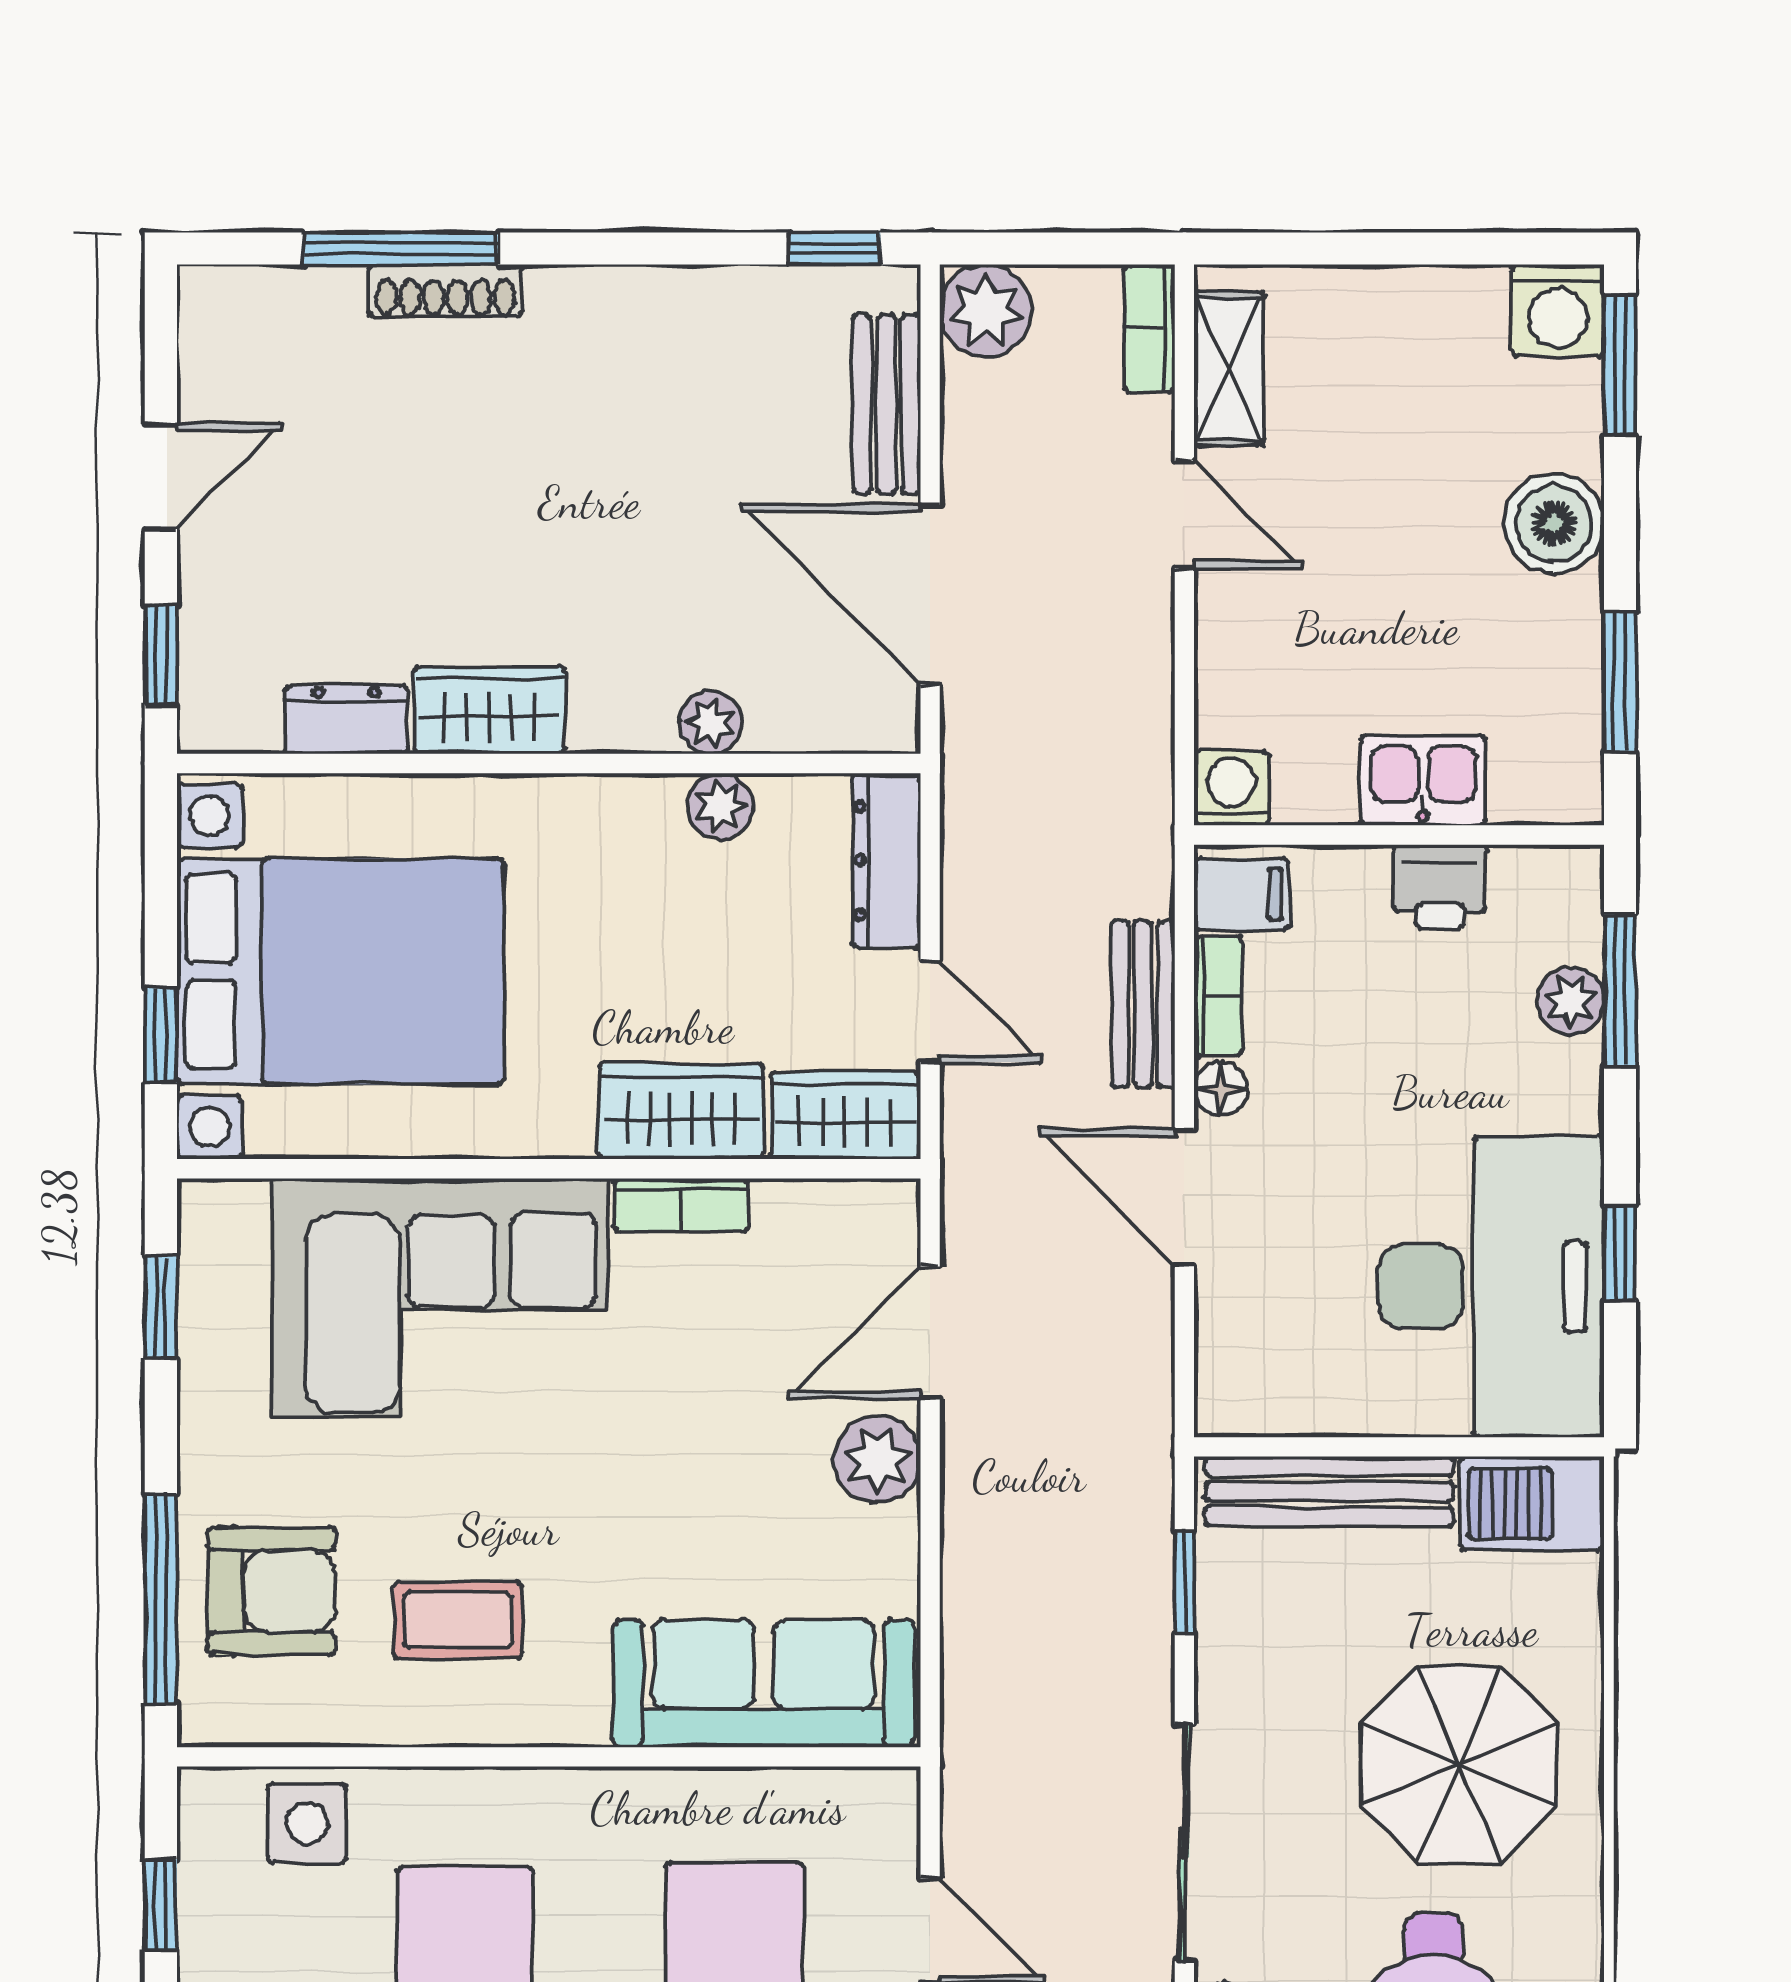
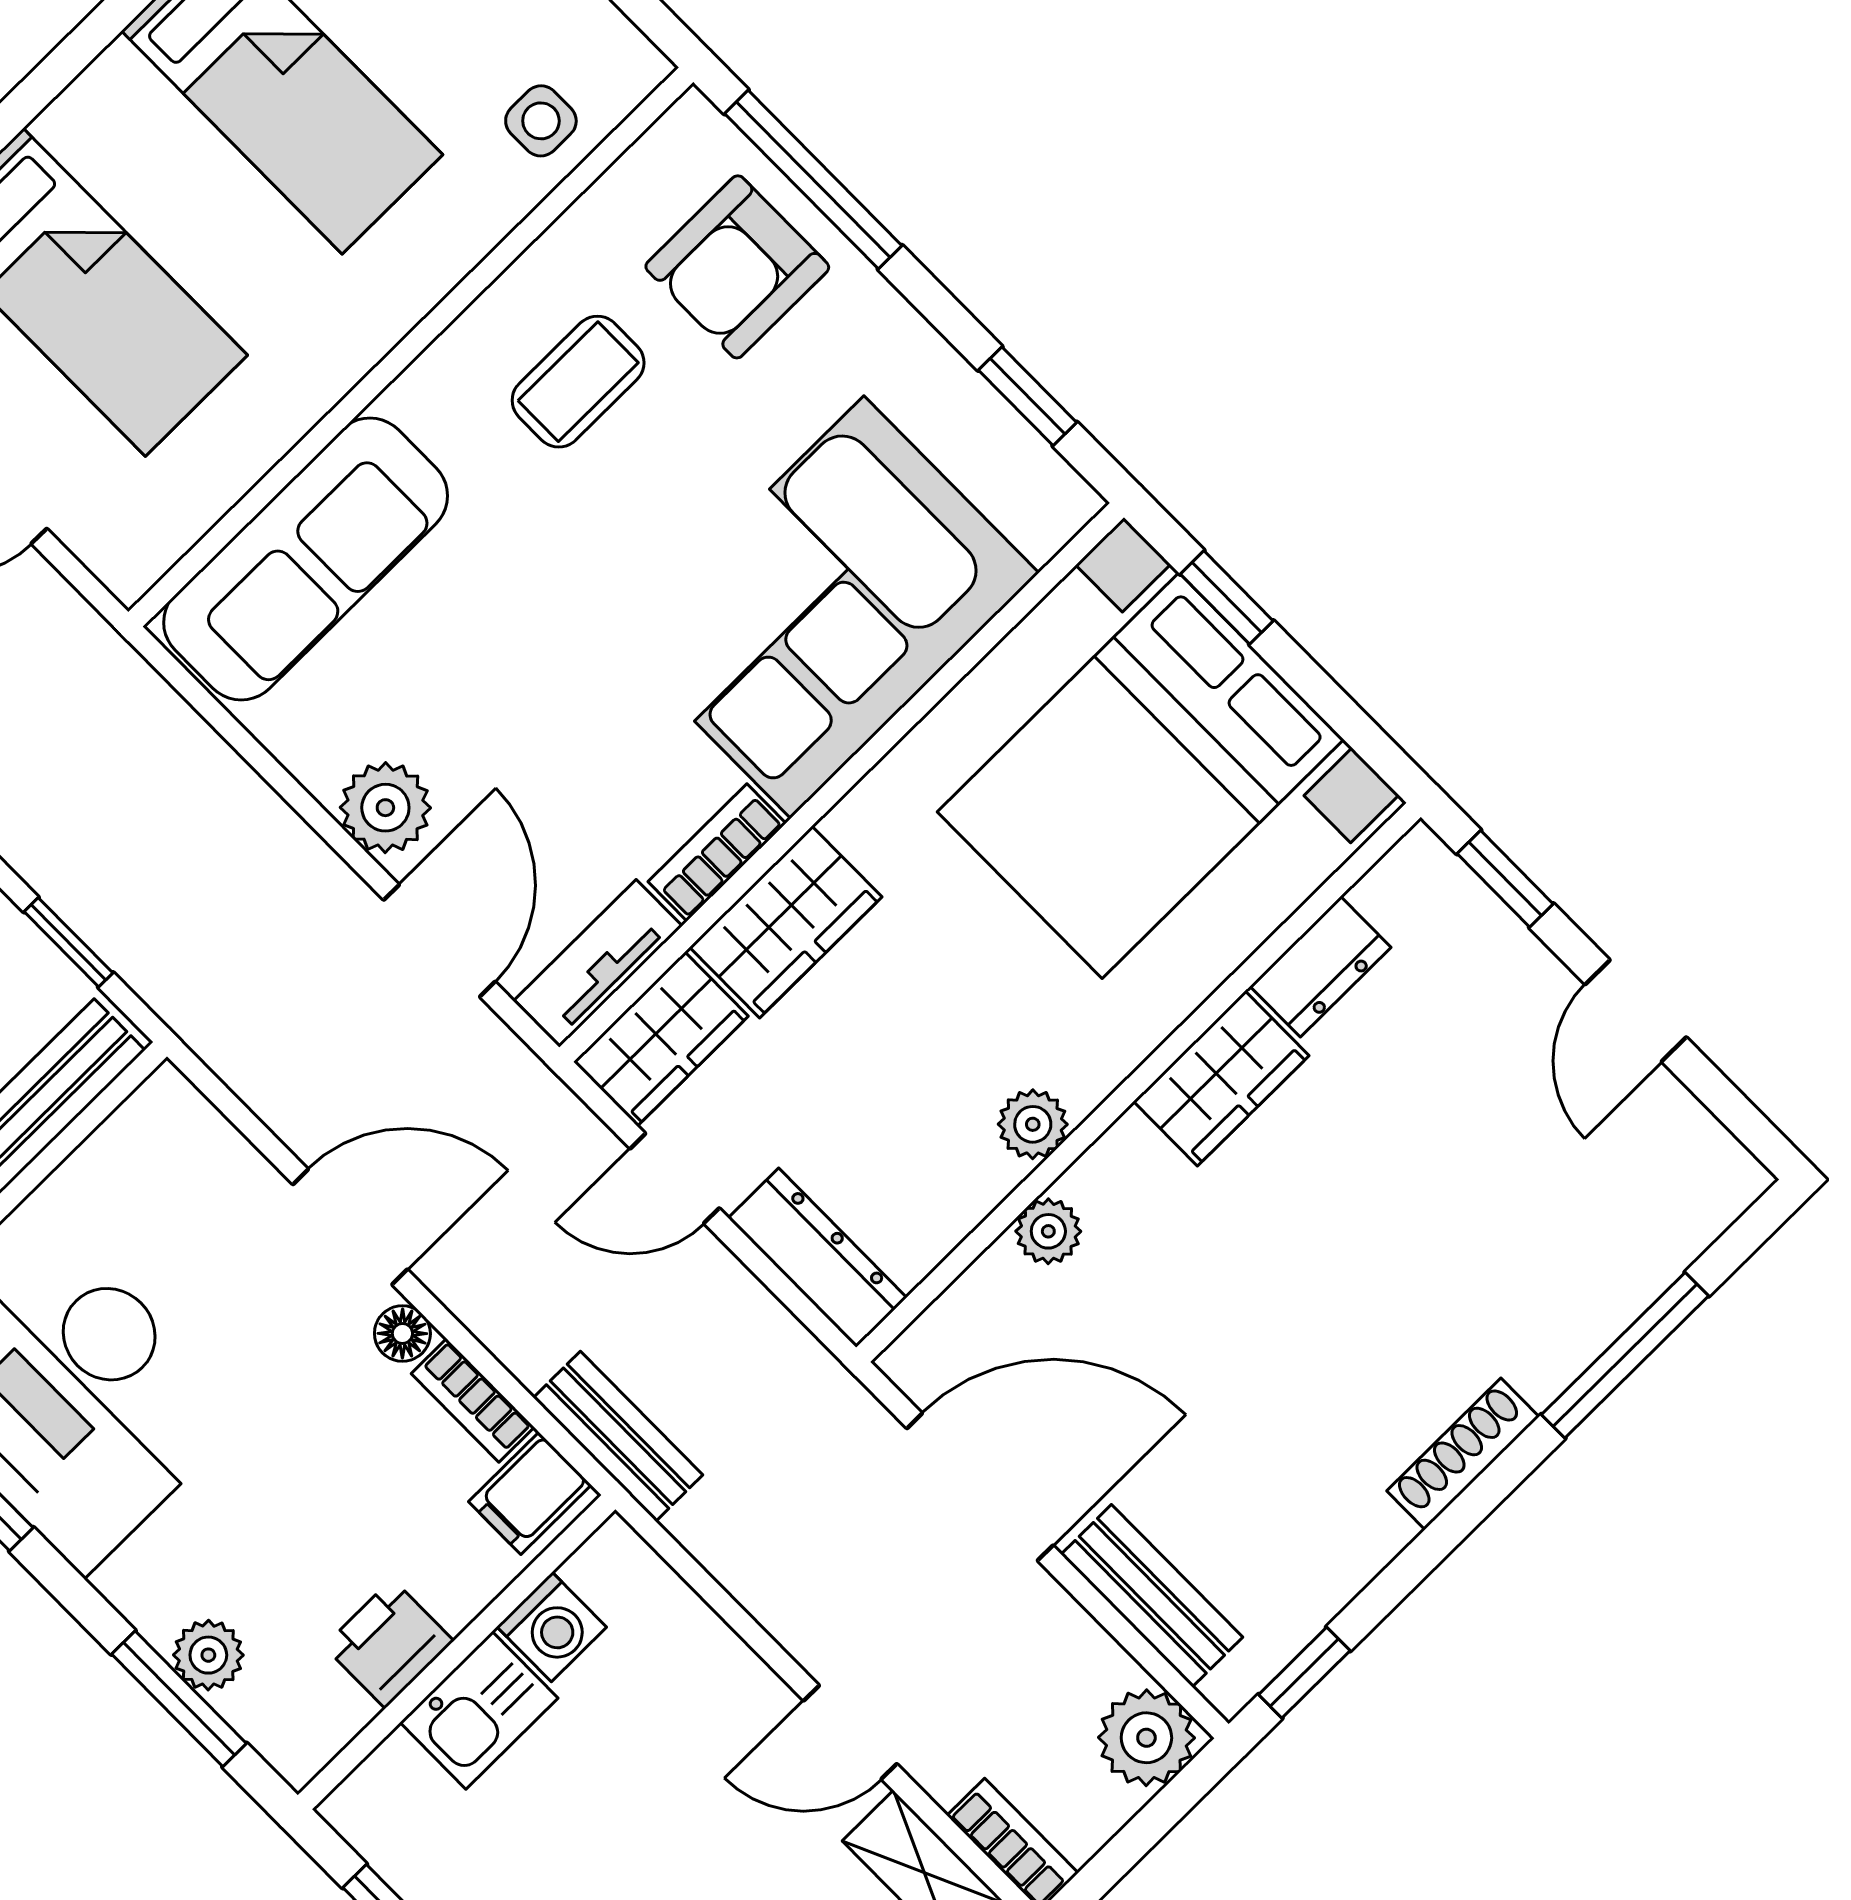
shoe rack: (445, 291) -> (1463, 1454), moved
washing machine: (1231, 788) -> (552, 1627), moved
plant: (720, 806) -> (1033, 1124), moved
bench: (1143, 1004) -> (618, 1436), moved
tv unit: (837, 1210) -> (598, 963), added
side table: (307, 1823) -> (541, 121), width x0.73, depth x0.73

